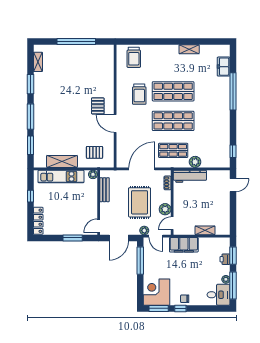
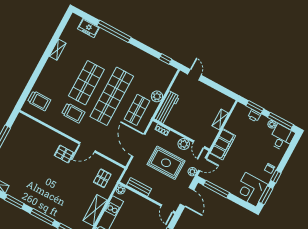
shop shelf: (173, 121) -> (112, 96), width x1.40

